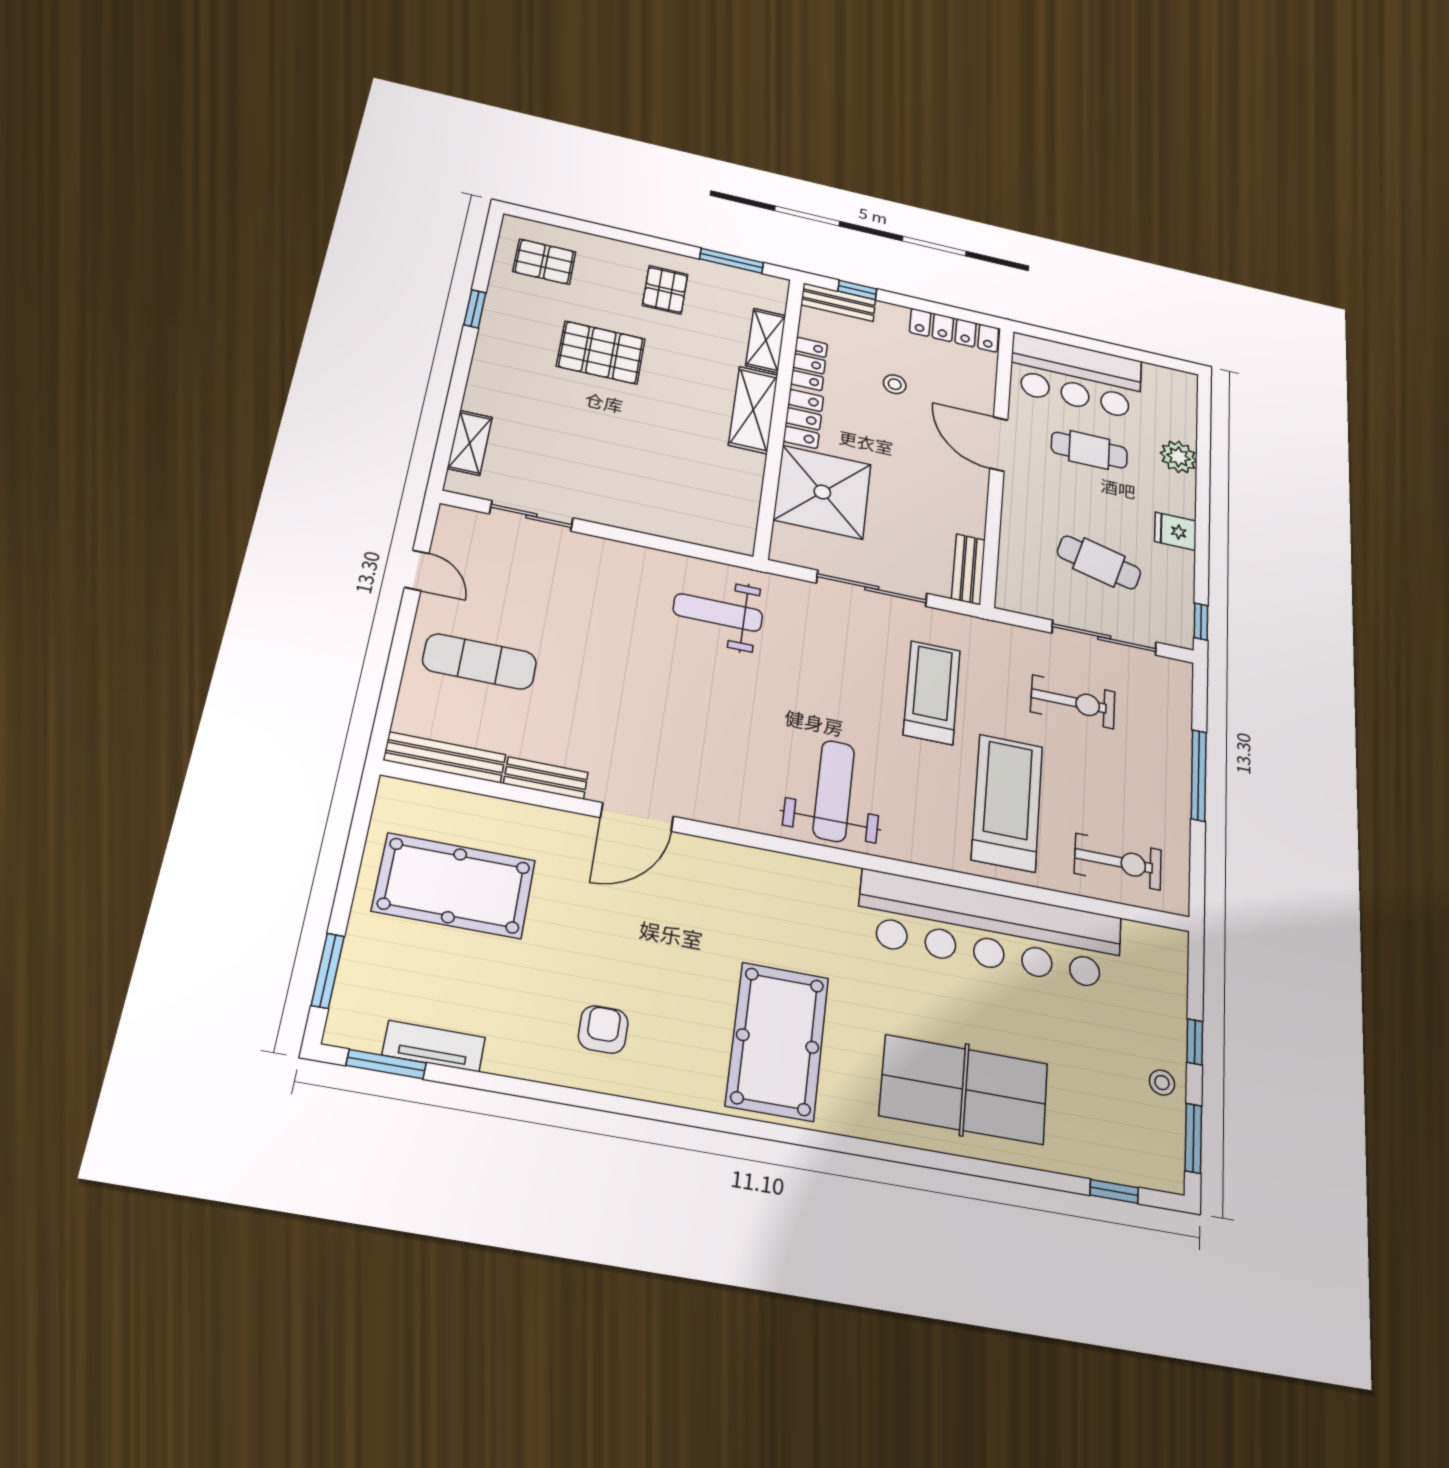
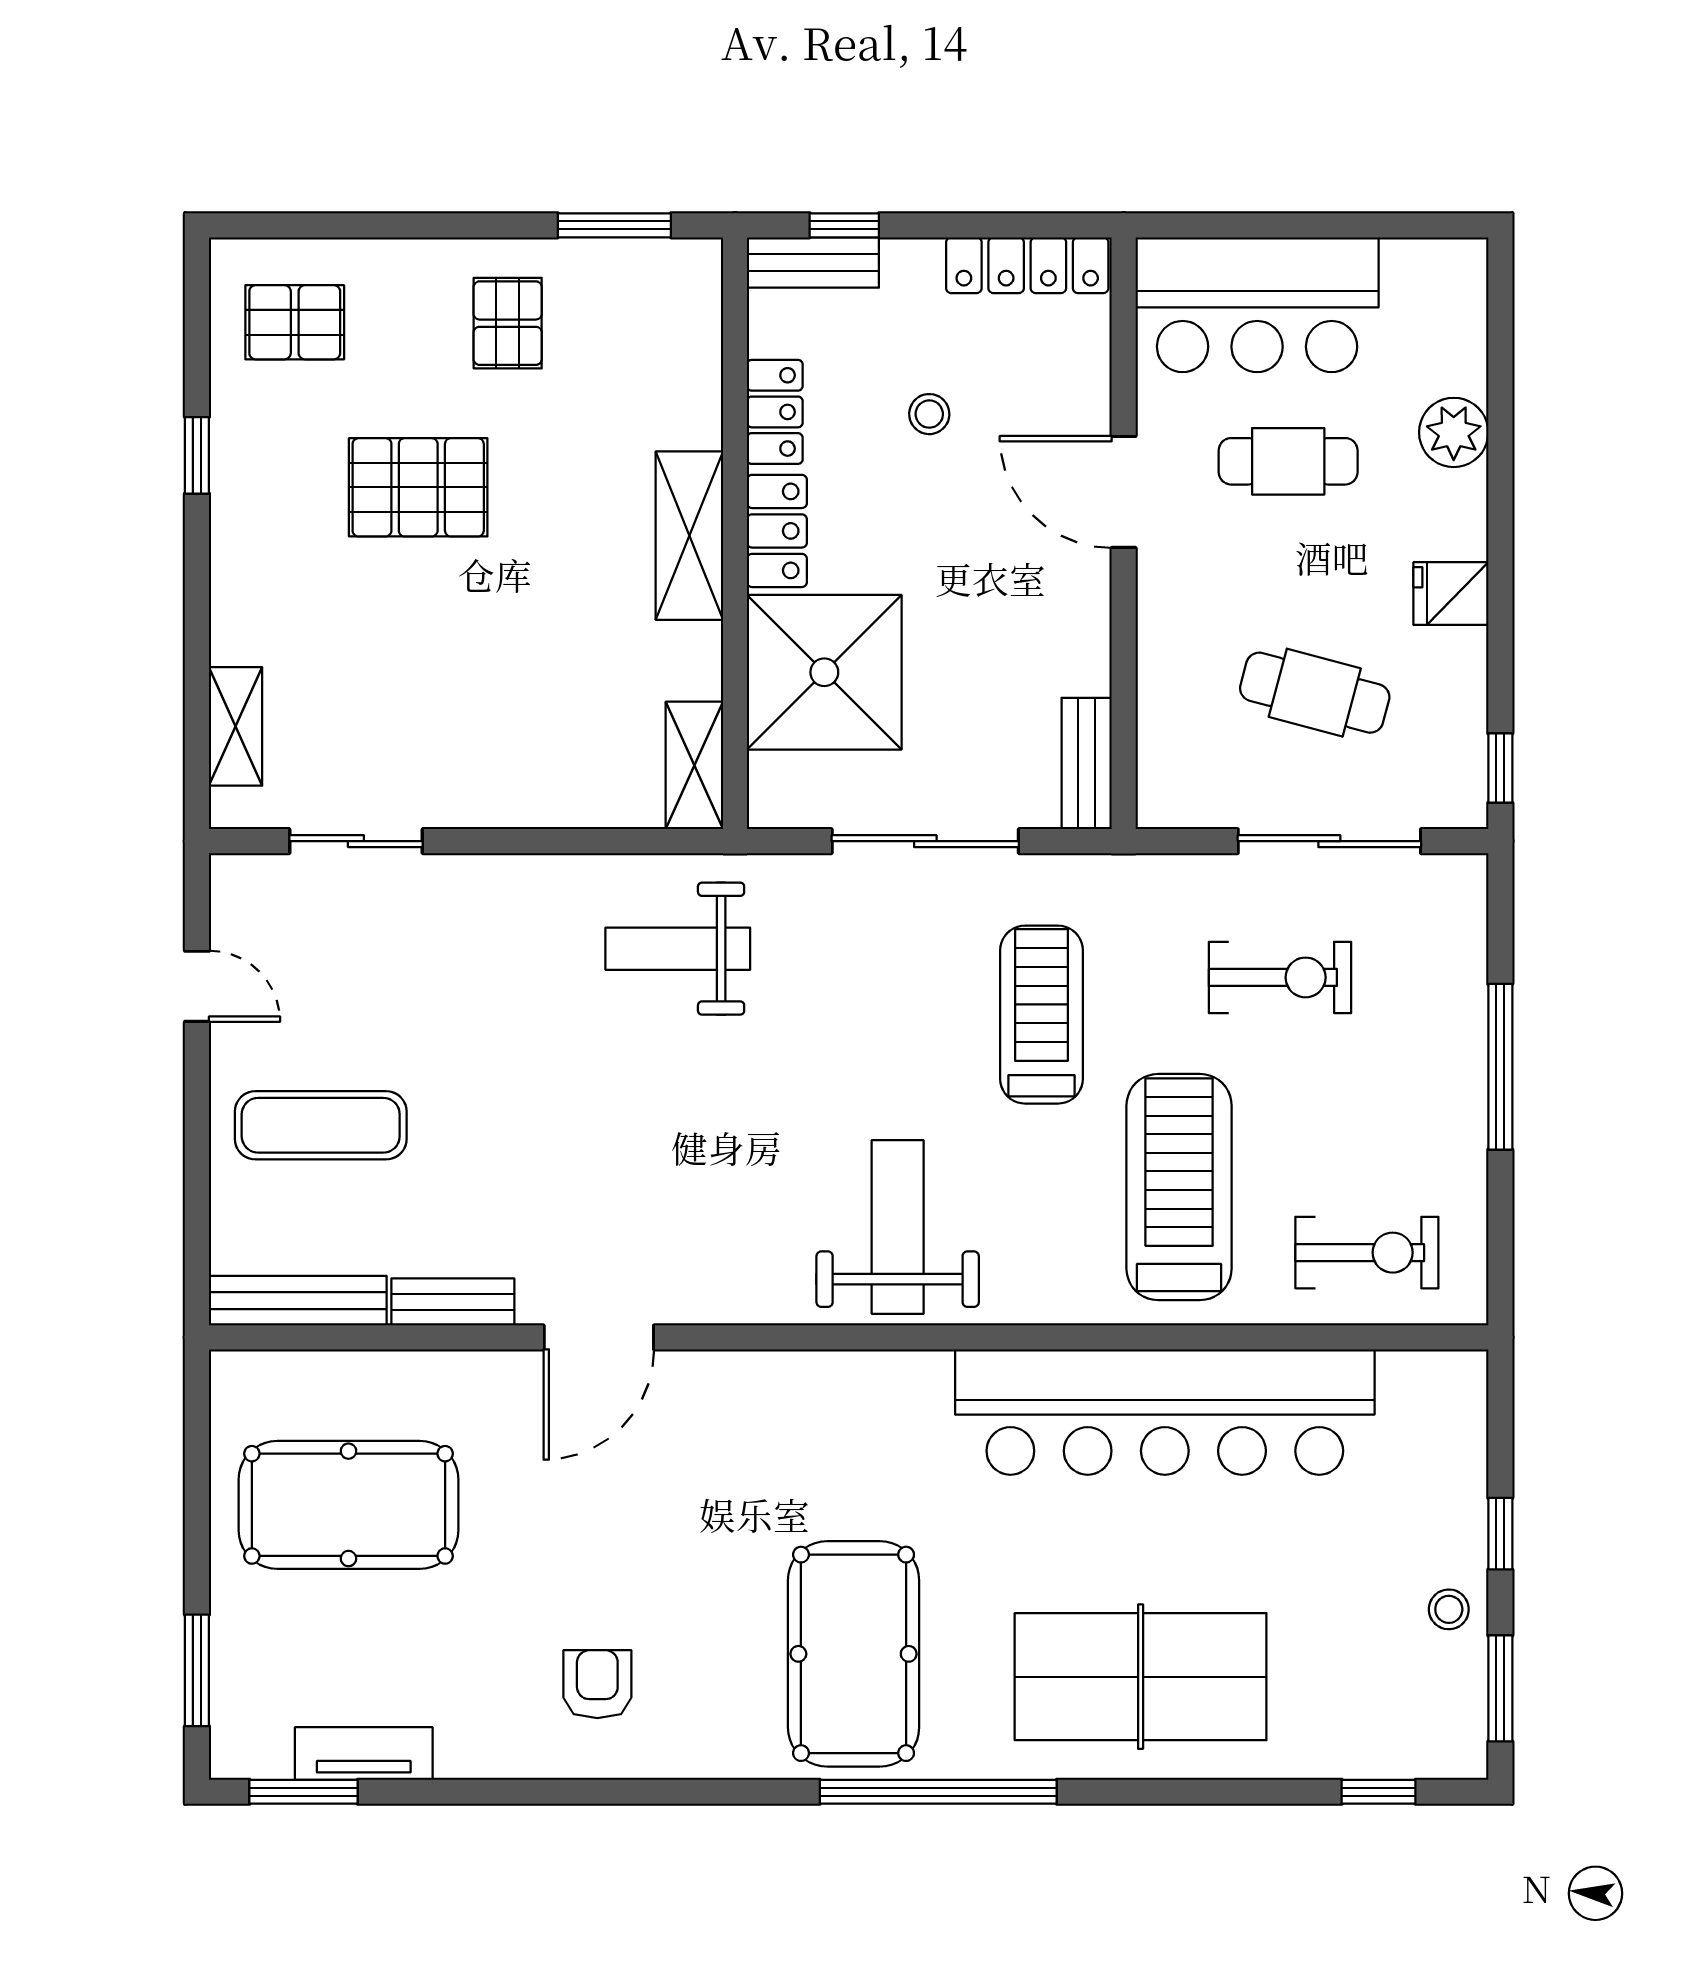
shelving: (766, 341) -> (694, 765), moved
window: (825, 1141) -> (938, 1792), added

